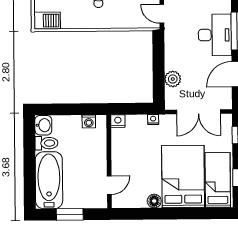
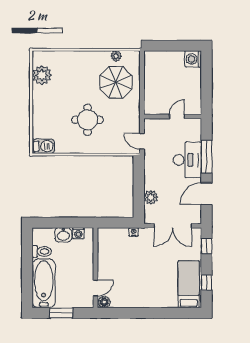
nightstand: (118, 121) -> (103, 233), removed
washbasin: (43, 125) -> (63, 235), moved, turned 90
bed: (183, 176) -> (159, 281), removed
floor lamp: (154, 201) -> (104, 302), moved

